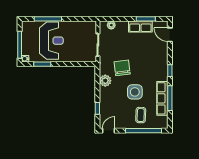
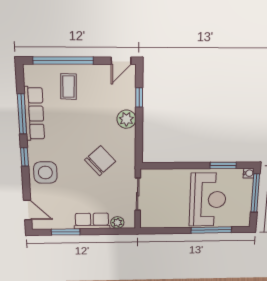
row of seats: (140, 26) -> (92, 221), moved
reception desk: (51, 41) -> (208, 200), turned 180
chair: (122, 68) -> (100, 161), turned -125
plant: (105, 81) -> (126, 119), moved
side table: (135, 92) -> (45, 173), moved

